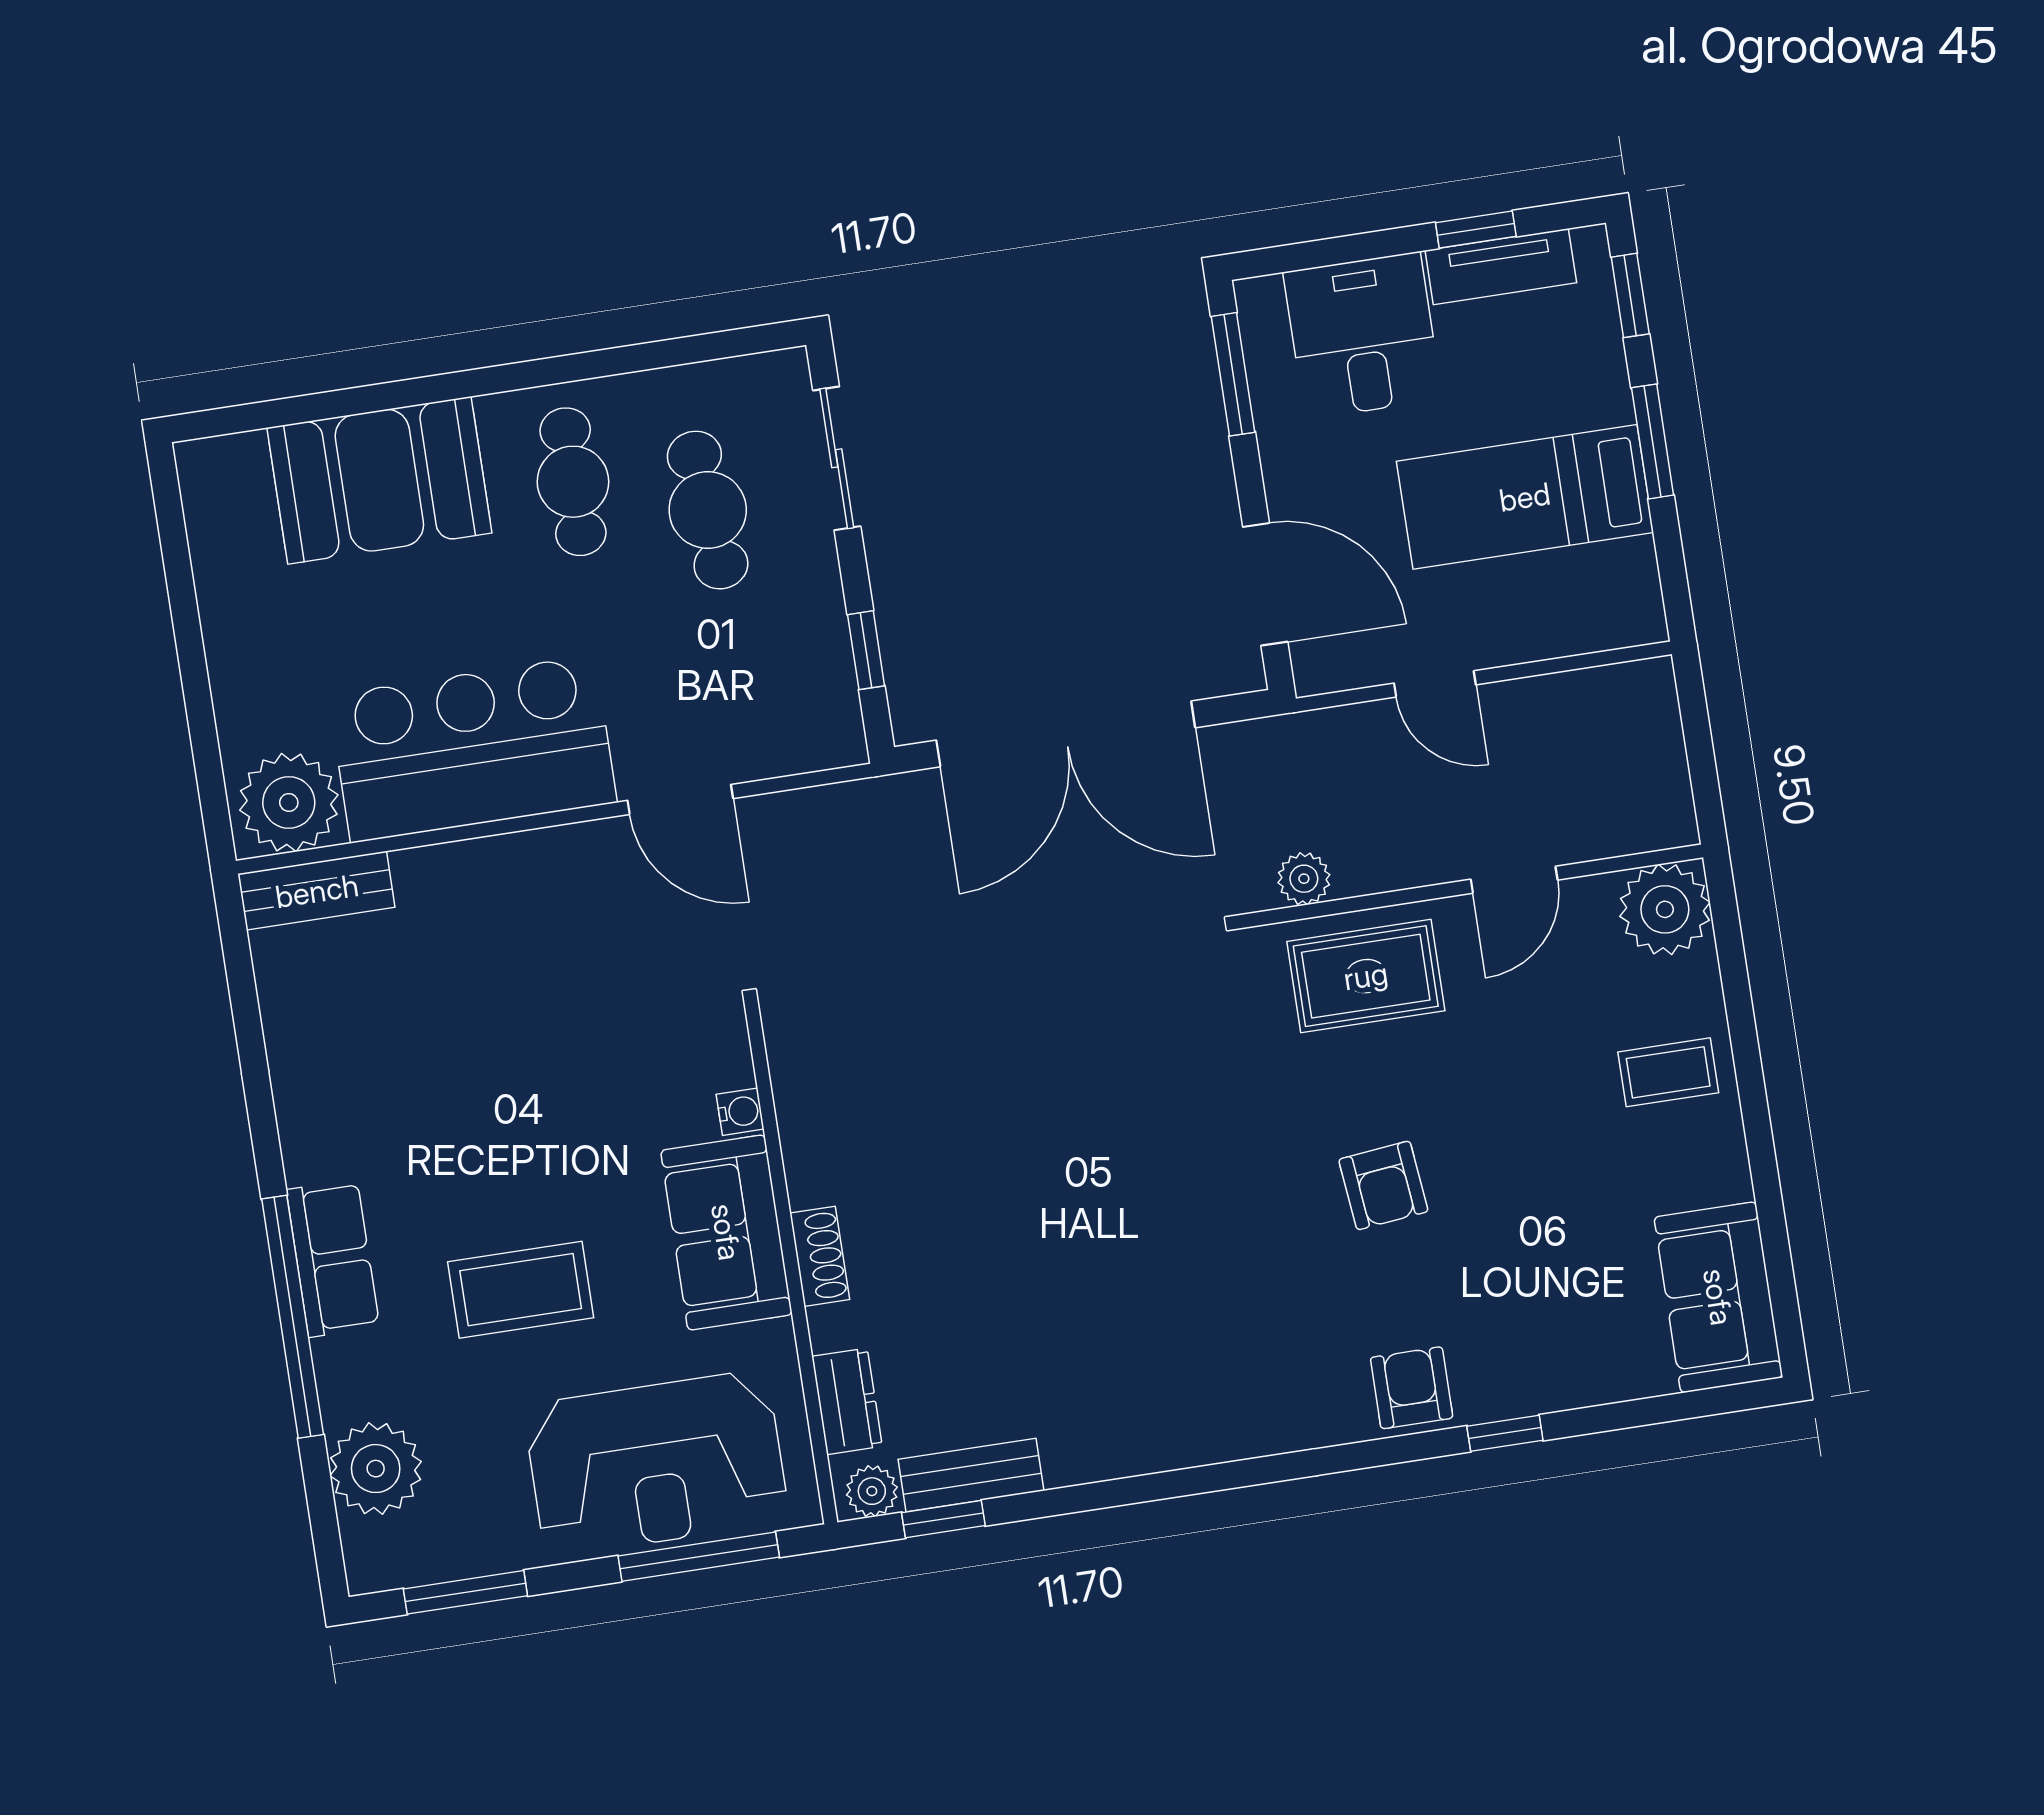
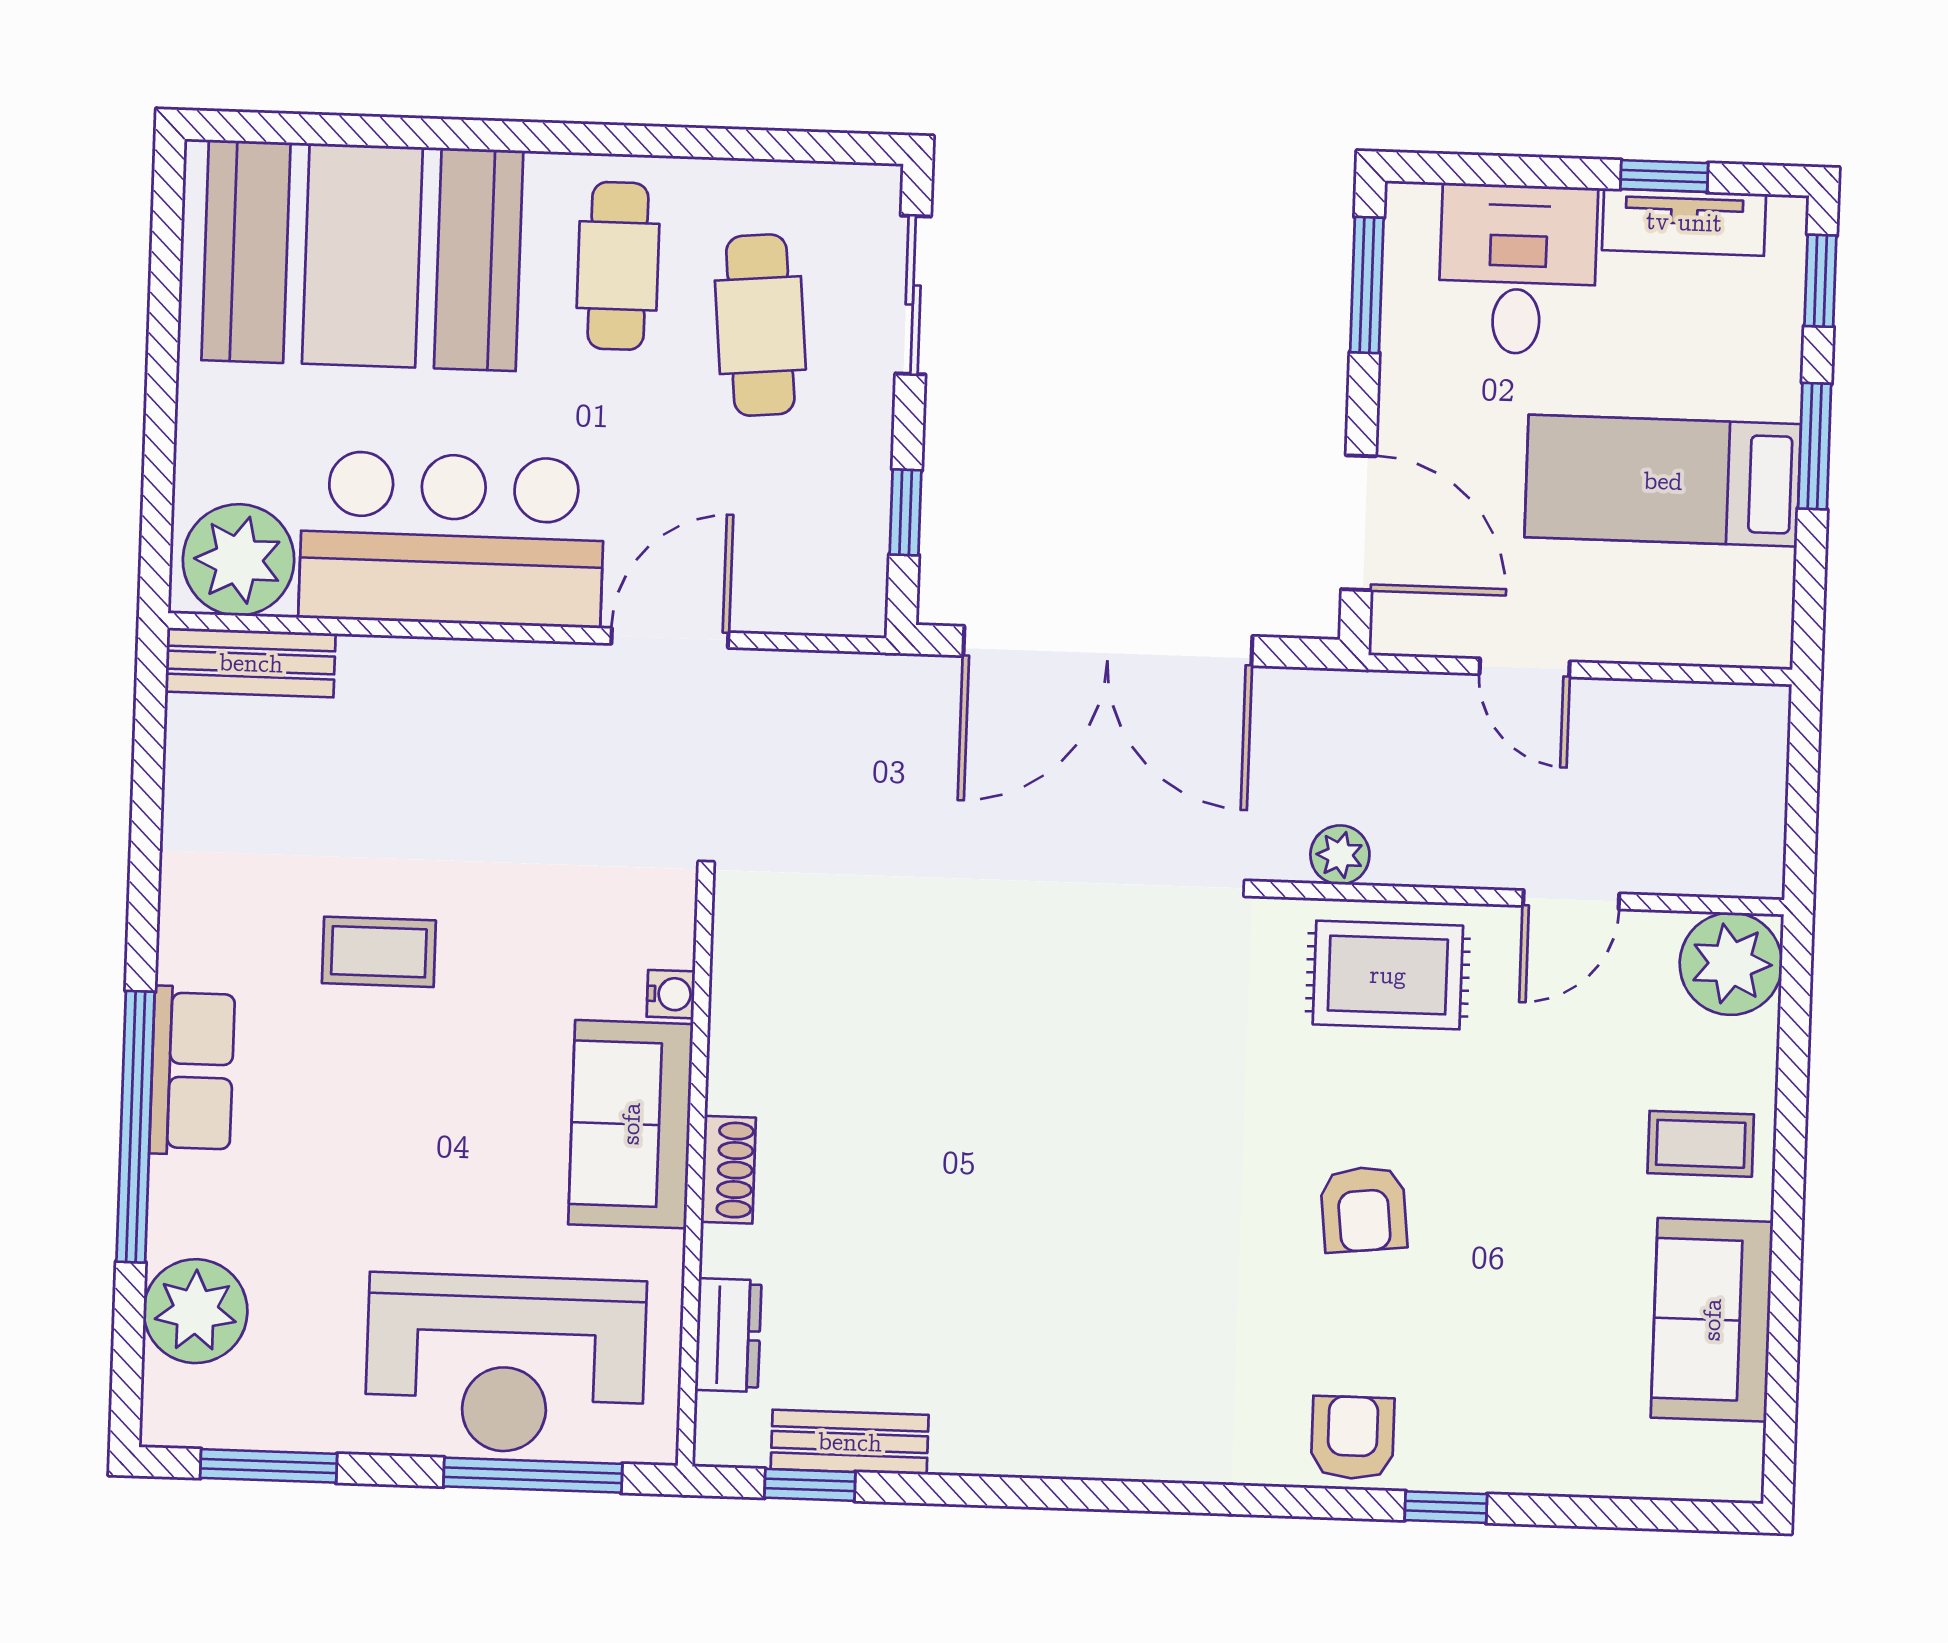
booth: (379, 480) -> (362, 255), width x1.36, depth x1.42
door: (680, 799) -> (670, 638), swing flipped
coffee table: (521, 1290) -> (379, 952), moved, width x0.73, depth x0.77
sofa: (1718, 1297) -> (1712, 1320), moved
plant: (872, 1491) -> (737, 1439), removed

